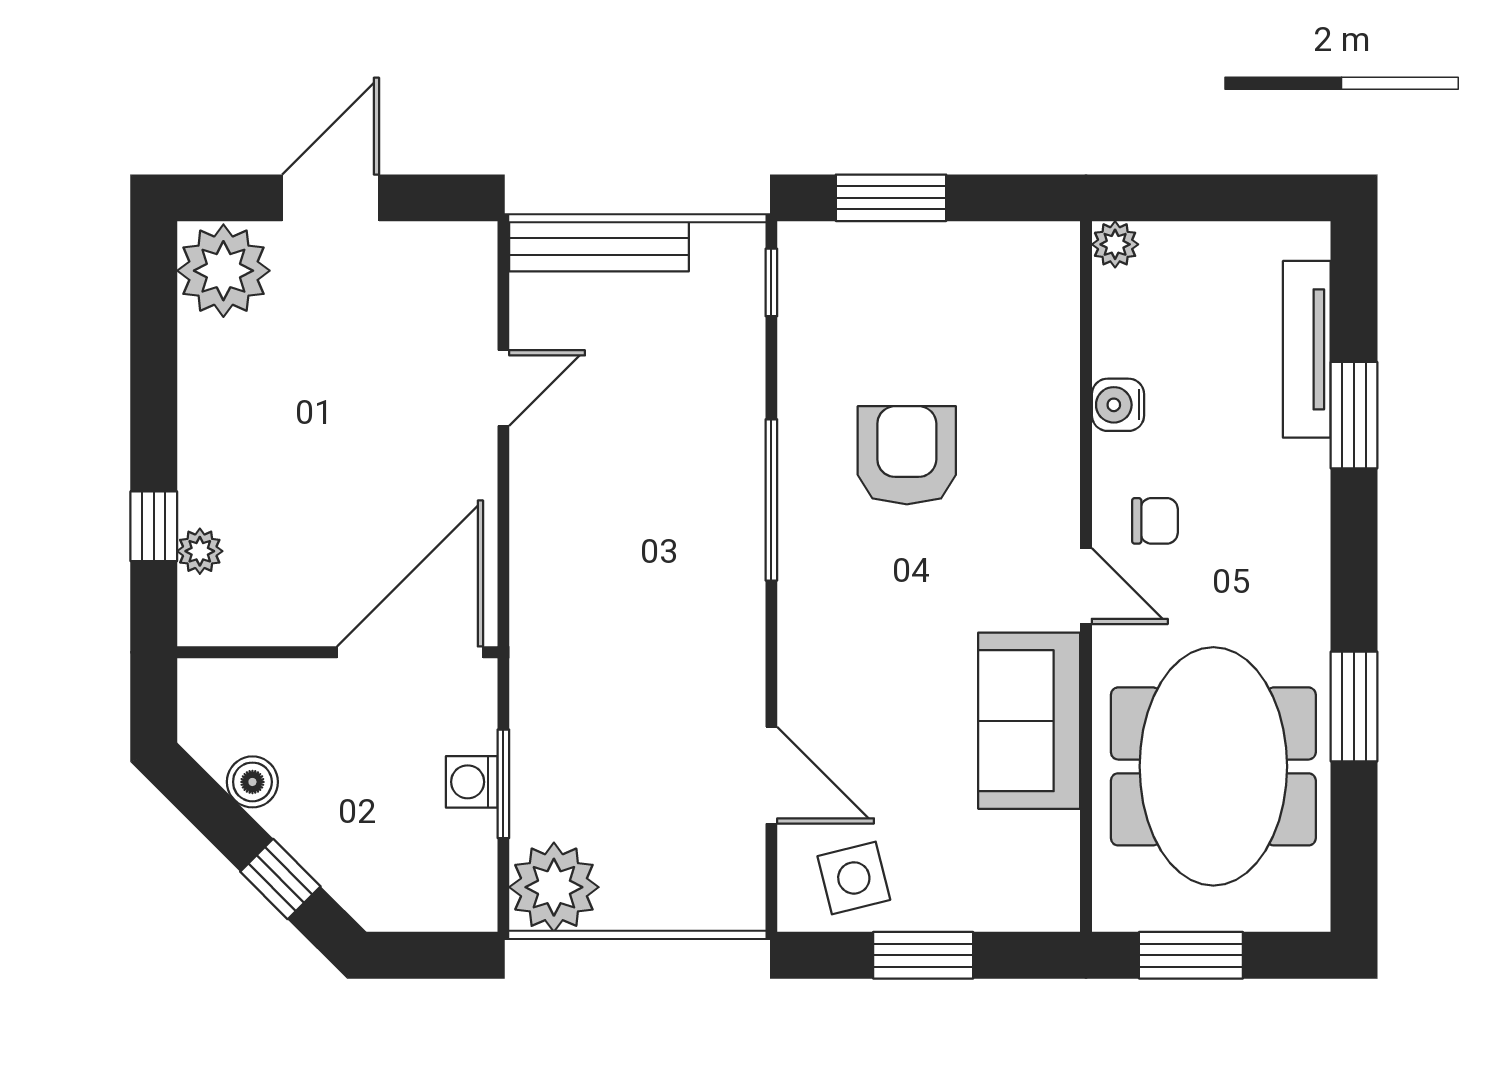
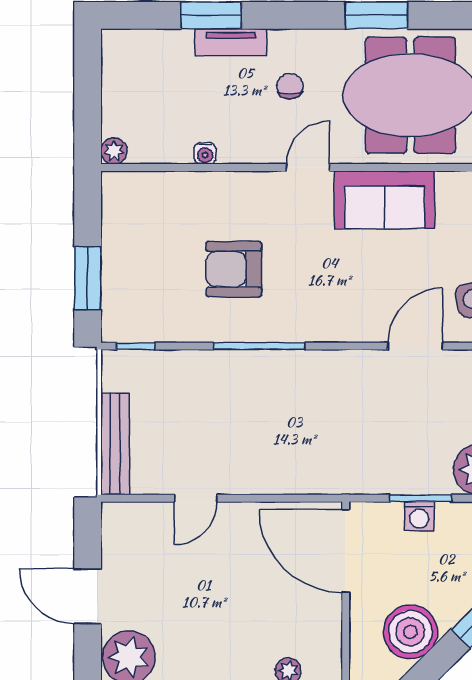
tv unit: (1307, 349) -> (231, 42), moved, width x0.71
door: (503, 388) -> (196, 498), swing flipped
water cooler: (1118, 405) -> (205, 153), width x0.72, depth x0.72
chair: (1155, 521) -> (290, 86), moved
boiler: (252, 782) -> (410, 632), width x1.86, depth x1.86

